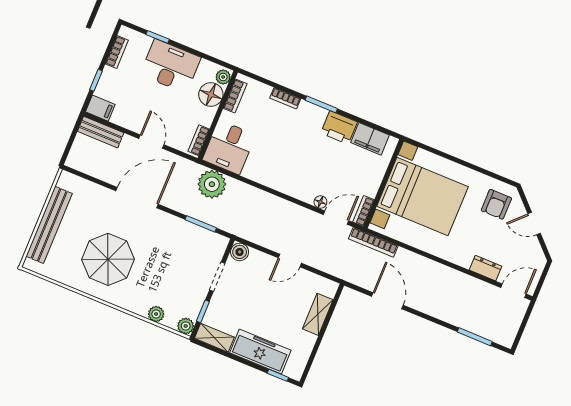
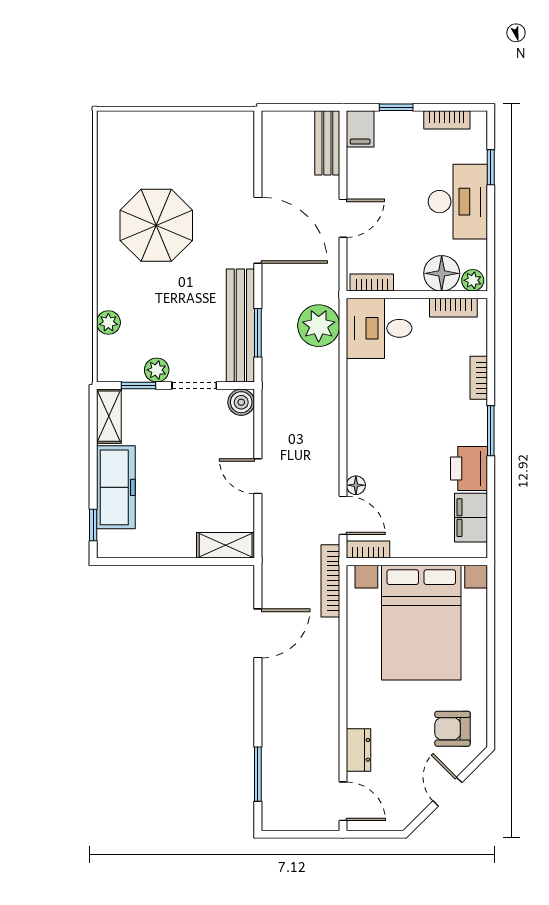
bench: (49, 225) -> (240, 326), moved, turned 90
shelving: (318, 314) -> (226, 545), moved
plant: (186, 326) -> (157, 370), moved

